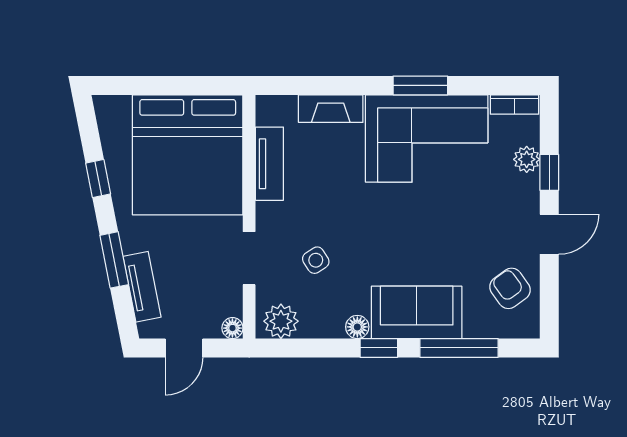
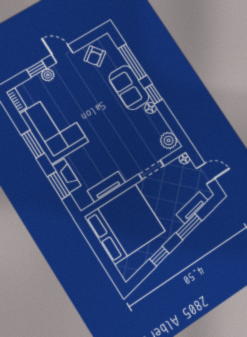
window: (322, 85) -> (59, 185), added
plant: (527, 159) -> (48, 75), moved
side table: (316, 260) -> (134, 142), removed

